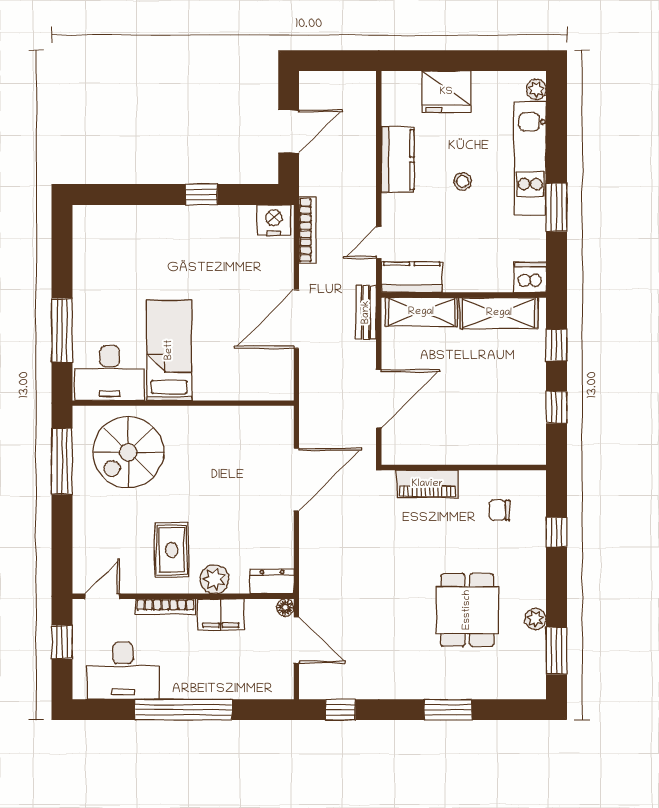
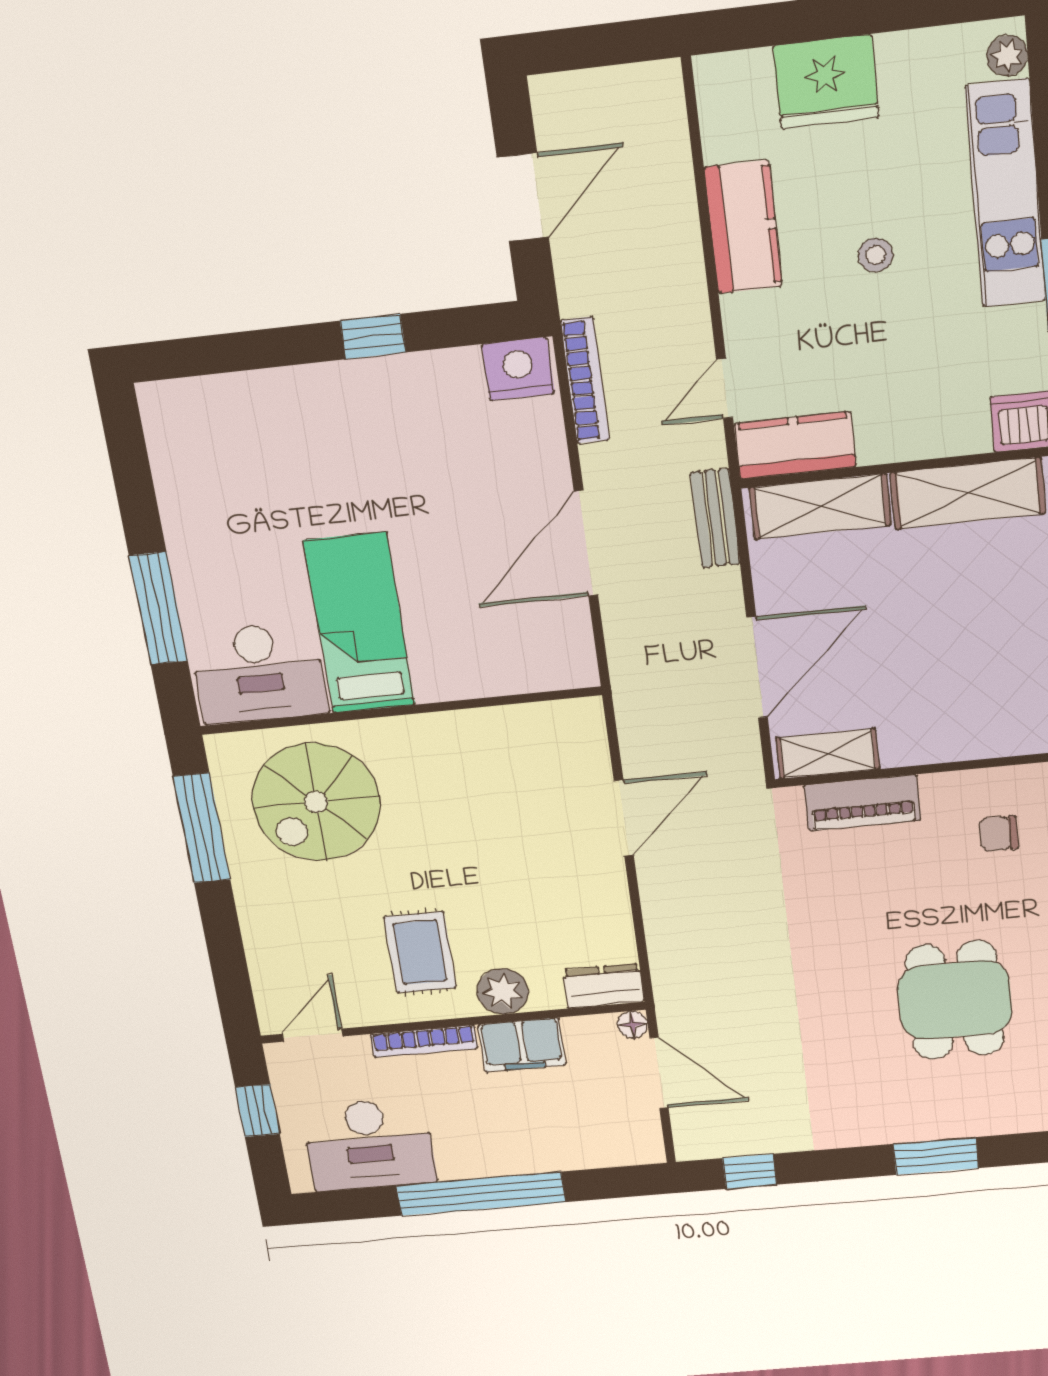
shelving: (411, 453) -> (828, 754), added
door: (296, 480) -> (624, 818), width x0.73

